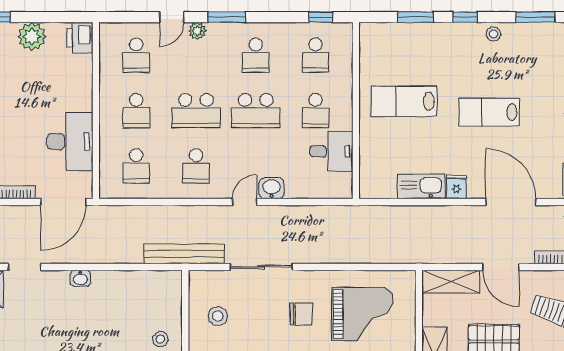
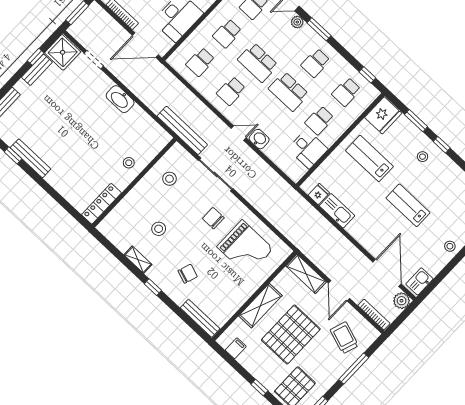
stool: (493, 34) -> (423, 157), moved
fridge: (376, 44) -> (383, 115), added
fridge: (456, 187) -> (319, 194), moved
door: (511, 202) -> (387, 273), moved
washbasin: (80, 278) -> (120, 99), width x1.91, depth x1.45
chair: (301, 314) -> (213, 218), turned 180

